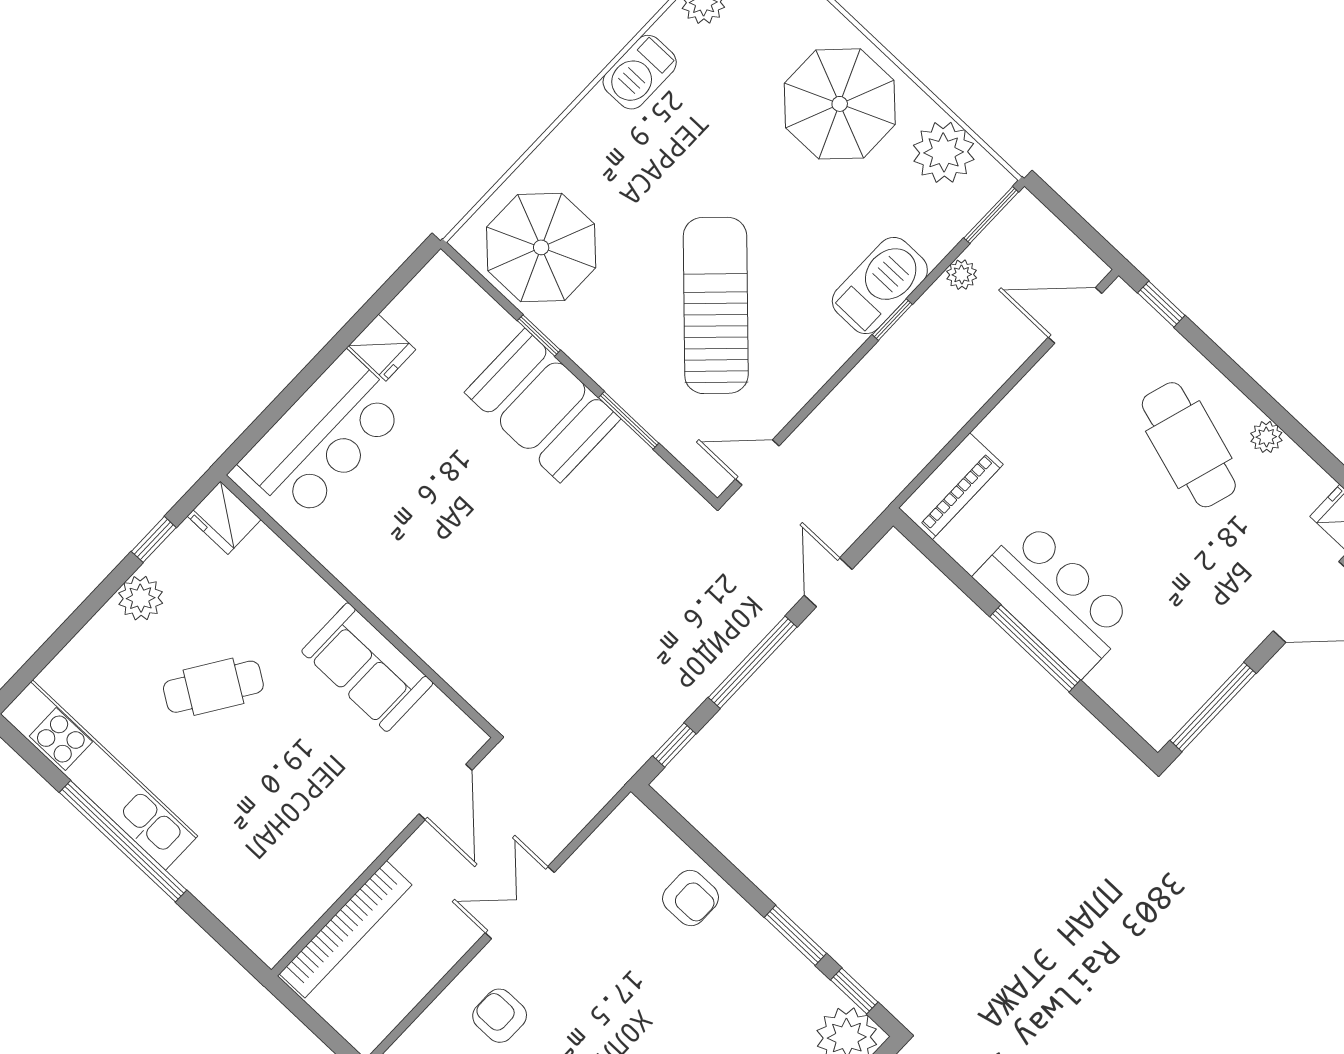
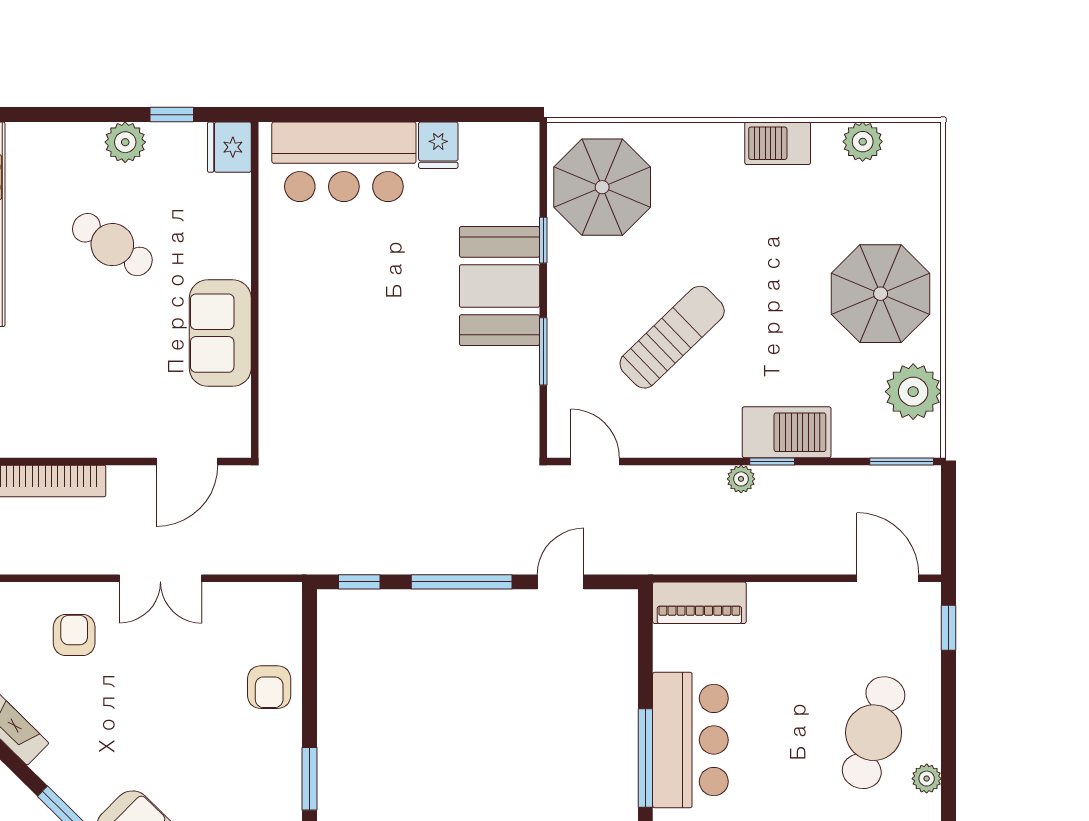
plant: (962, 275) -> (741, 479), moved
sun lounger: (716, 305) -> (672, 337), width x0.73, depth x0.75
double door: (520, 903) -> (160, 578), swing flipped

